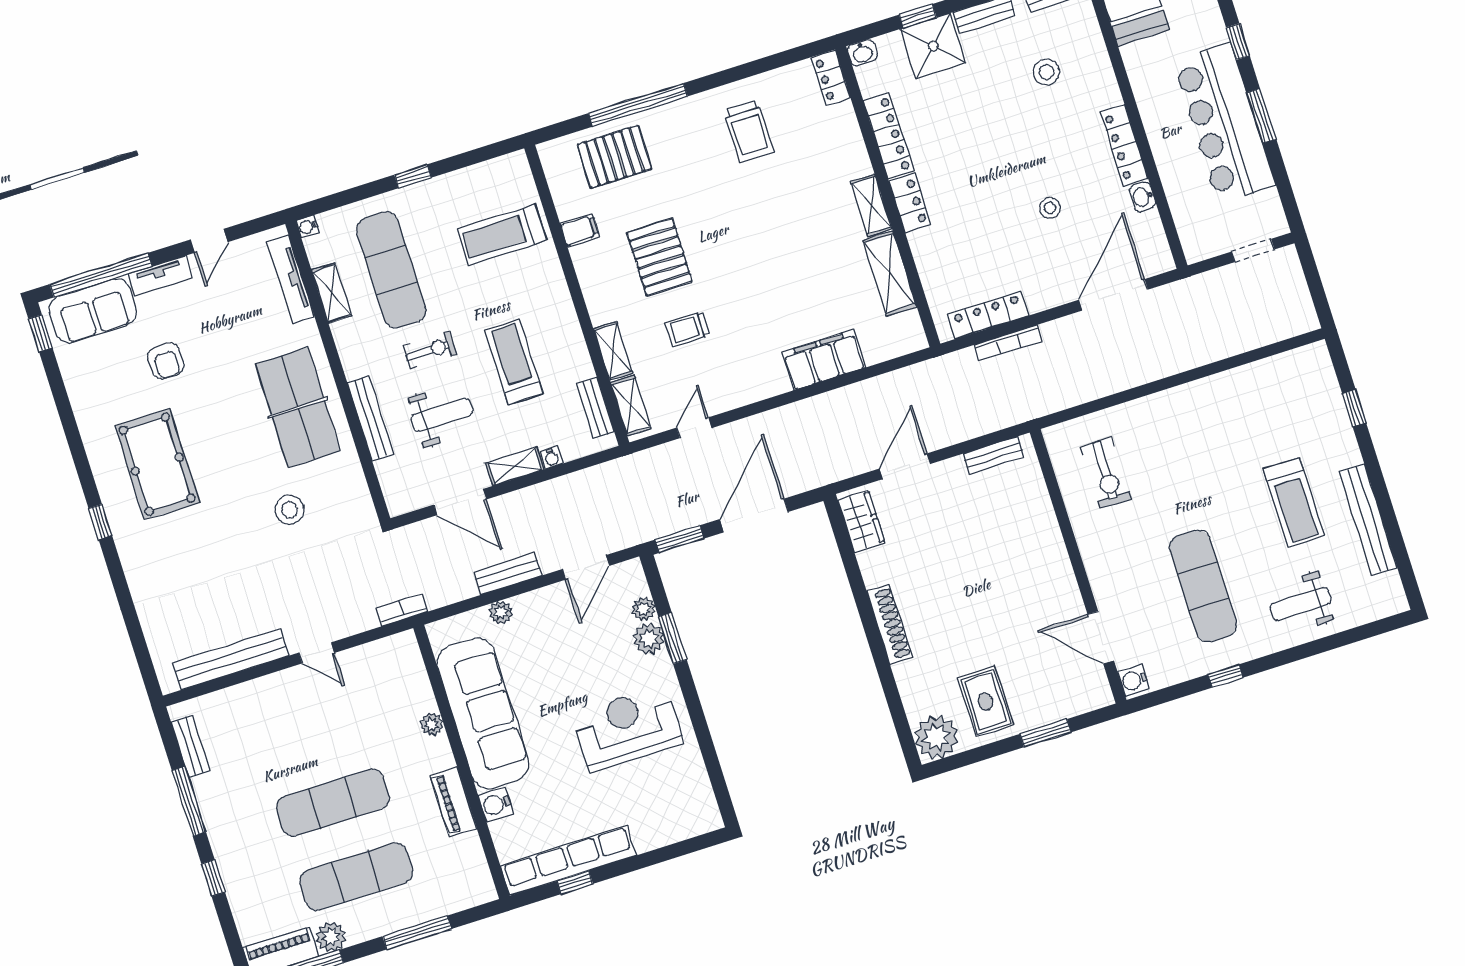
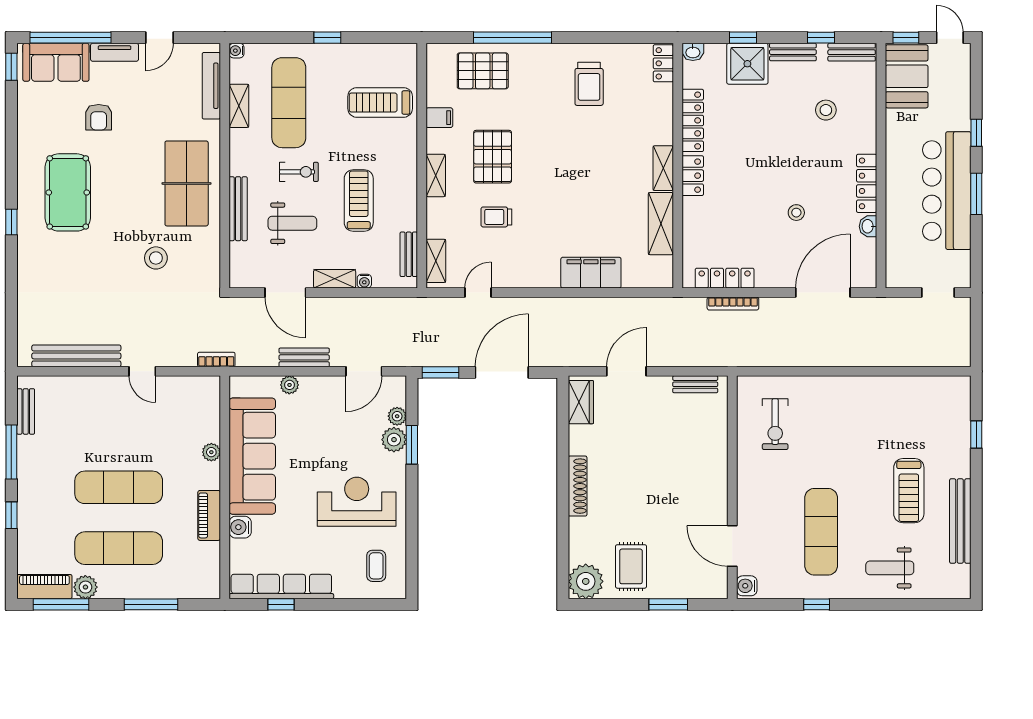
shelving: (613, 351) -> (436, 175), moved
coffee table: (676, 799) -> (376, 566), added

